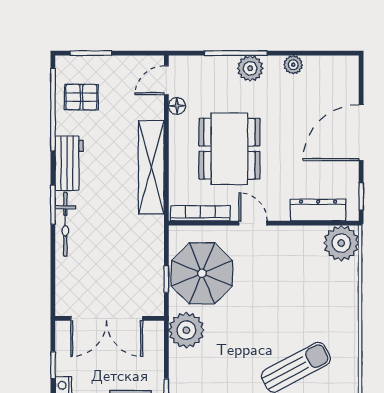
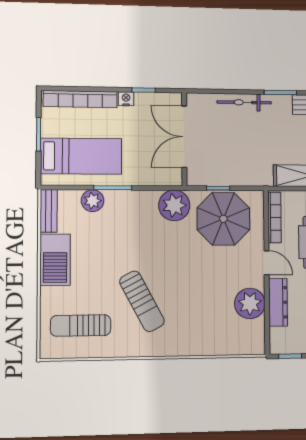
dresser: (318, 210) -> (278, 302), moved
door: (253, 223) -> (267, 263), hinge flipped
bicycle: (65, 224) -> (244, 102), moved
plant: (341, 243) -> (250, 303), moved

